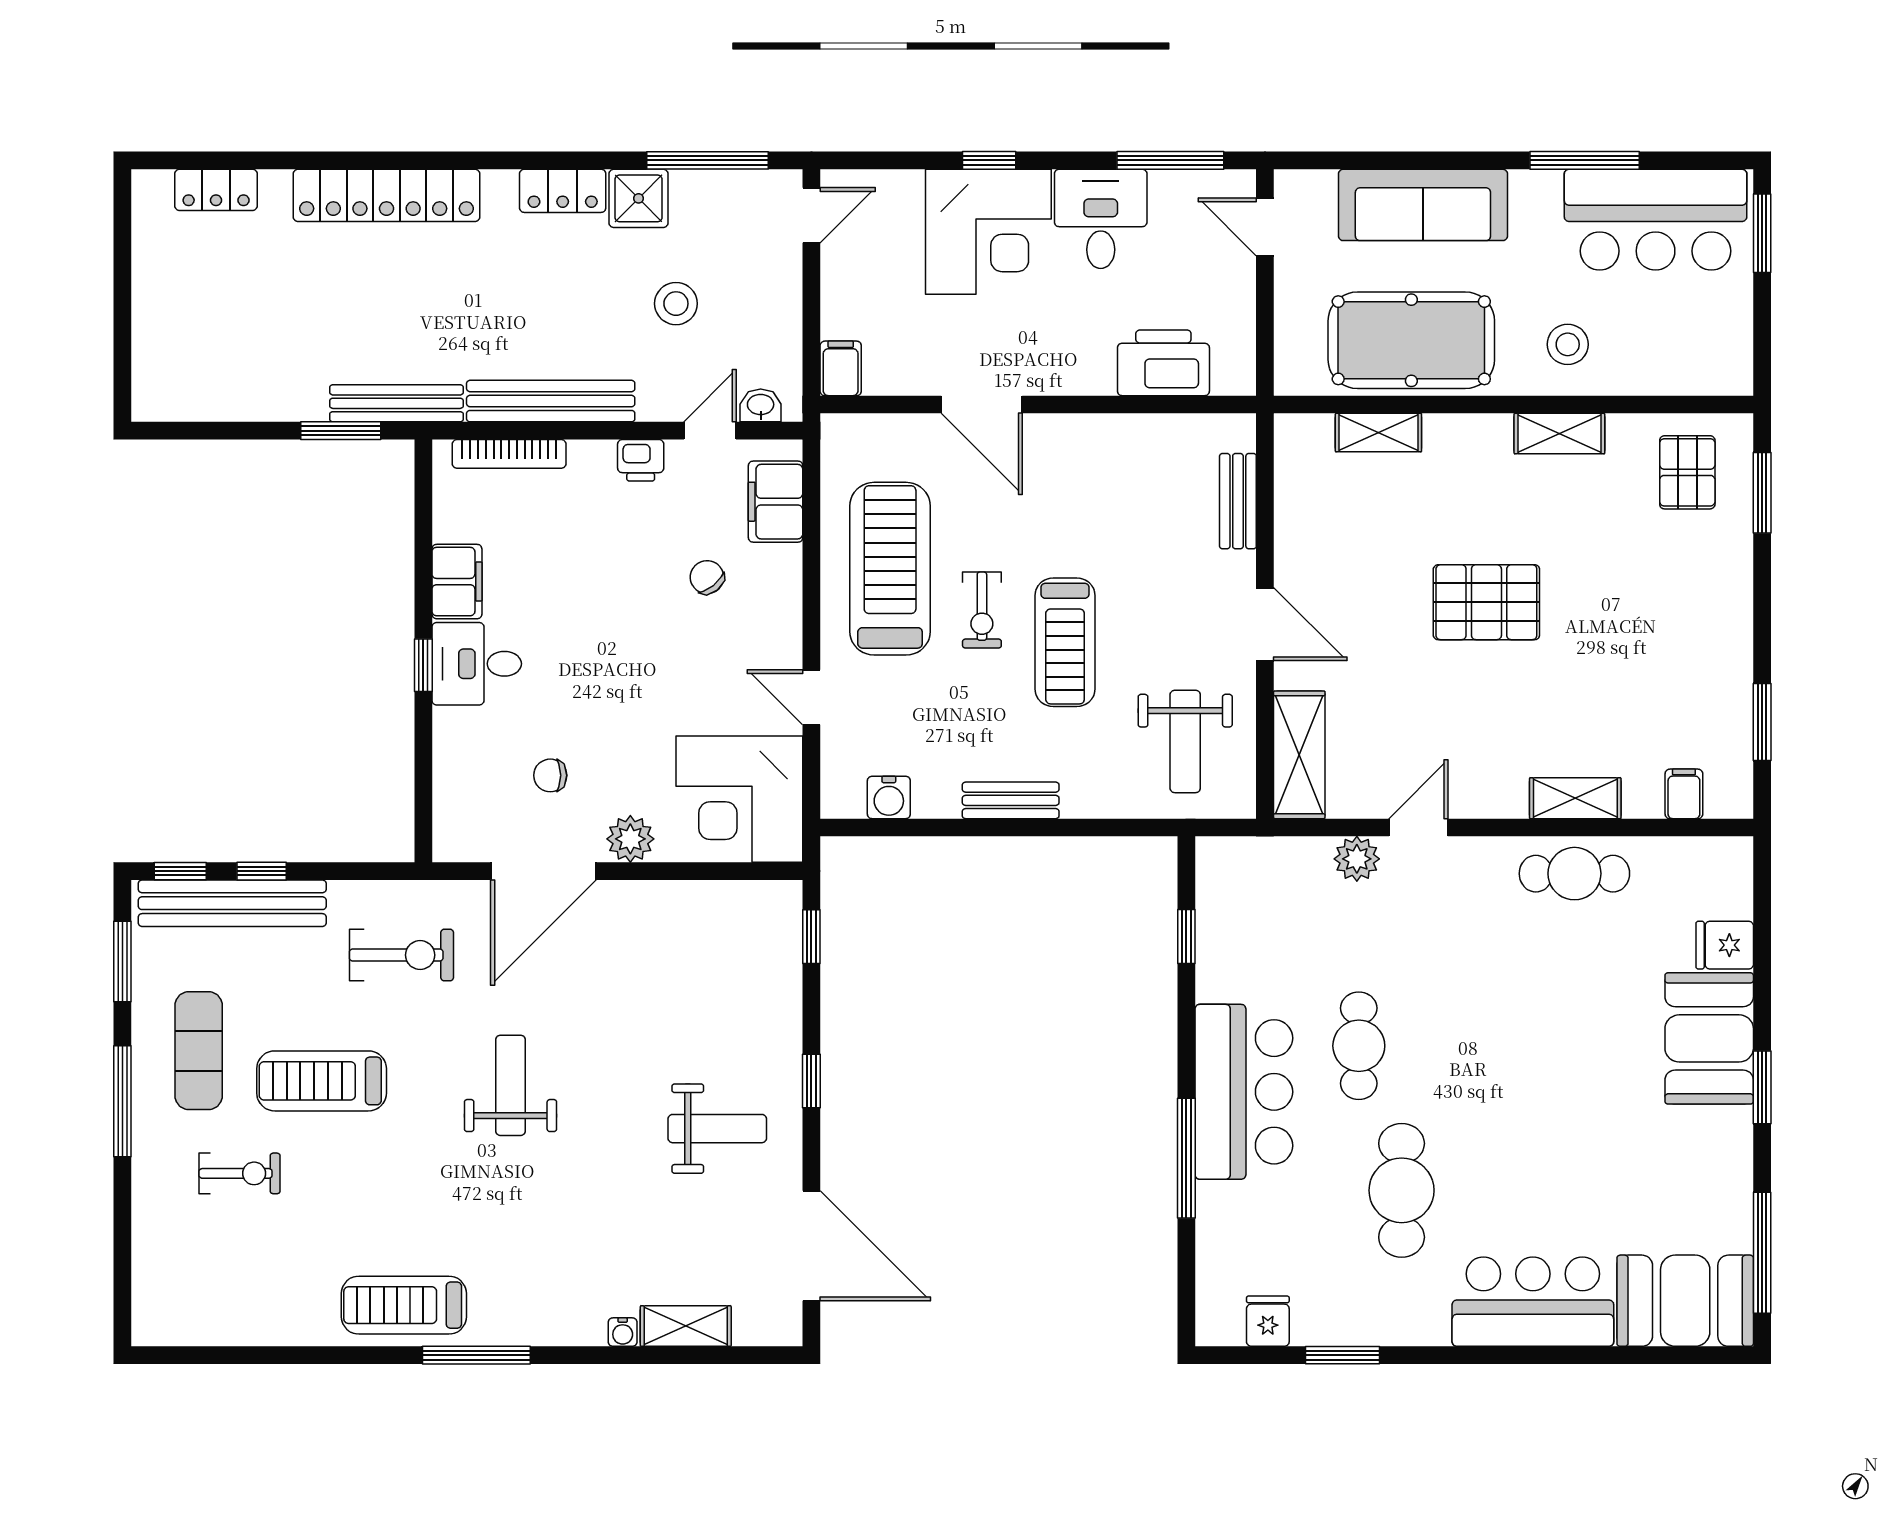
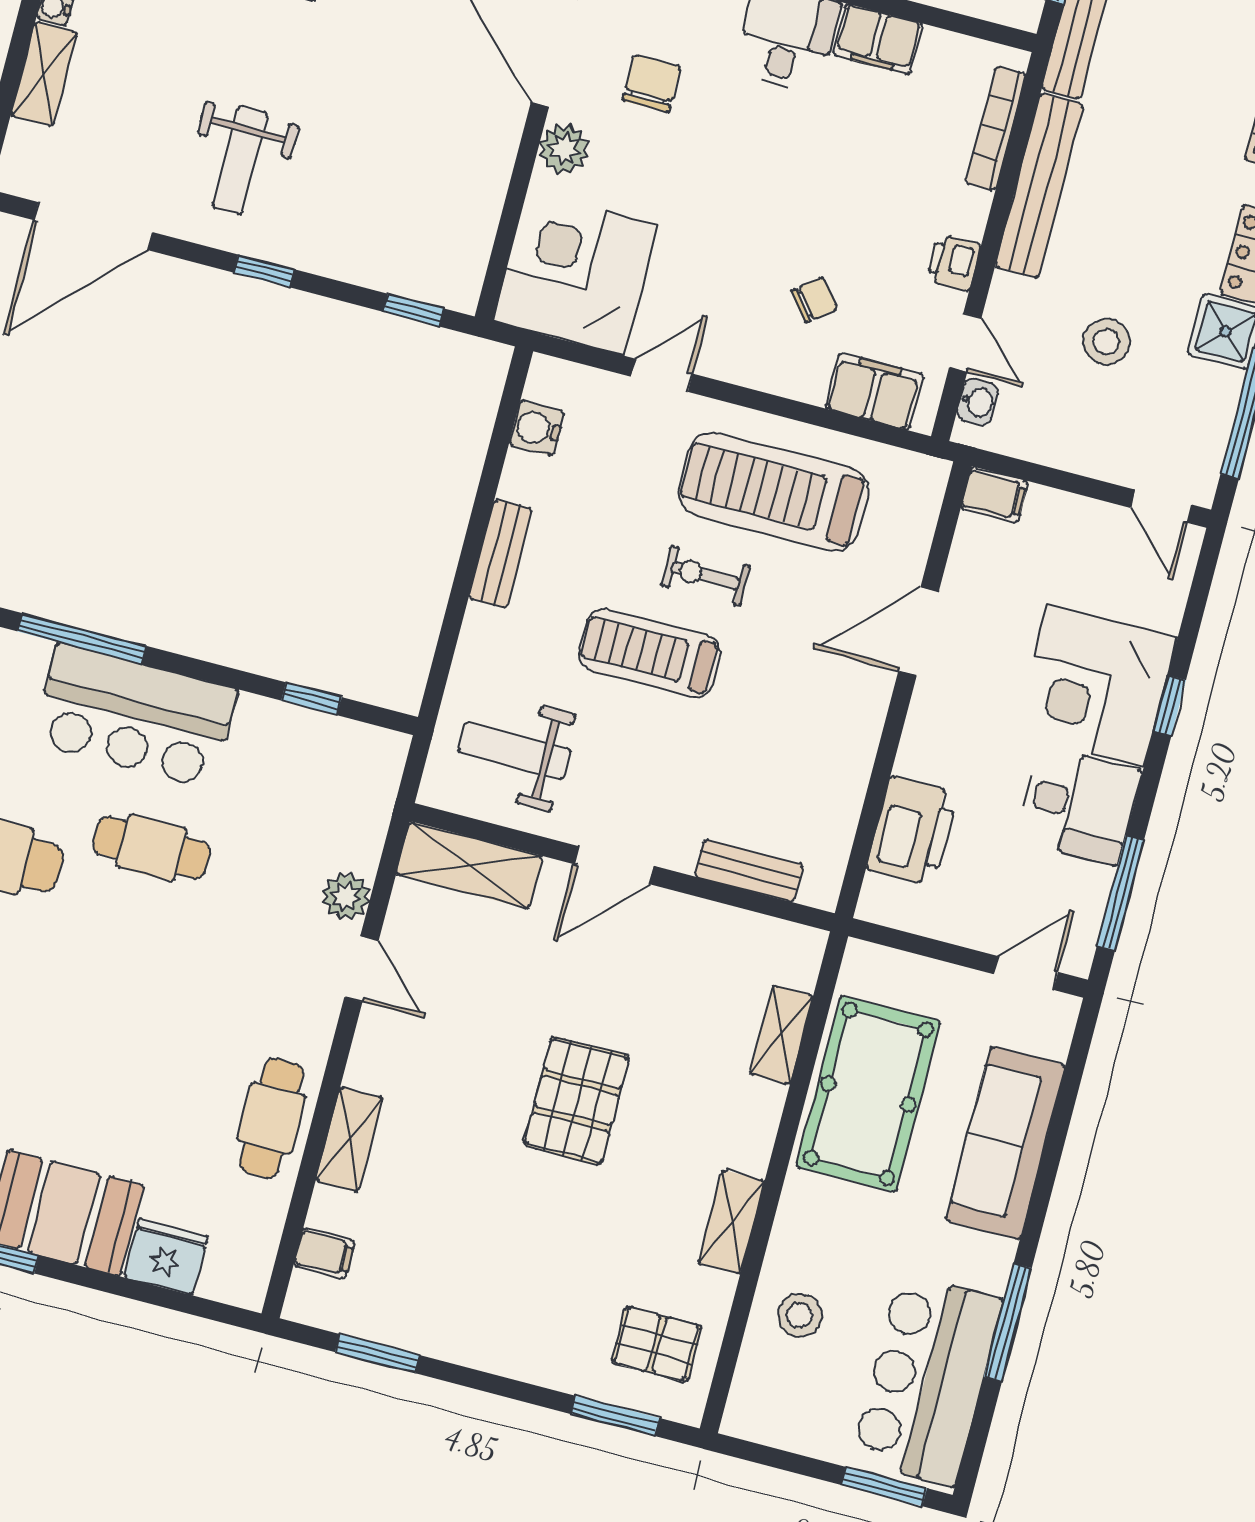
stool: (1568, 344) -> (800, 1315), moved
treadmill: (890, 569) -> (773, 492), turned 180
chair: (550, 775) -> (652, 83), width x1.37, depth x1.37
fridge: (1725, 945) -> (166, 1257), width x1.38

